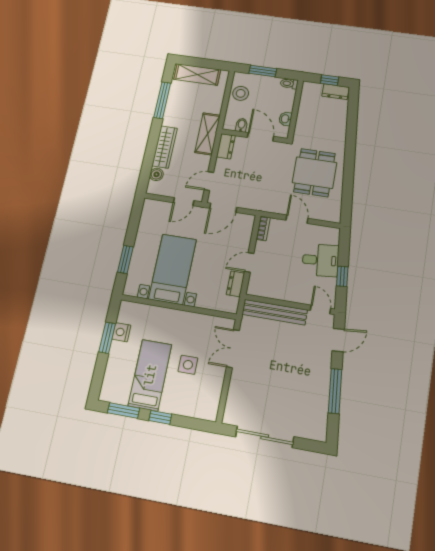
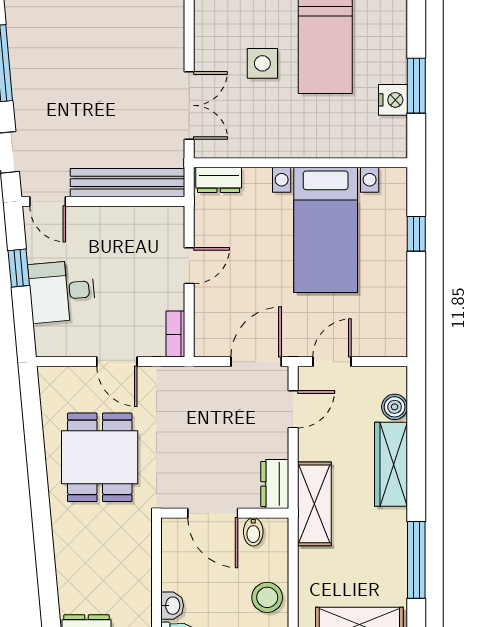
washbasin: (285, 119) -> (172, 606), moved
window: (125, 259) -> (416, 234), width x0.67
dresser: (236, 284) -> (219, 180), moved, turned 90

